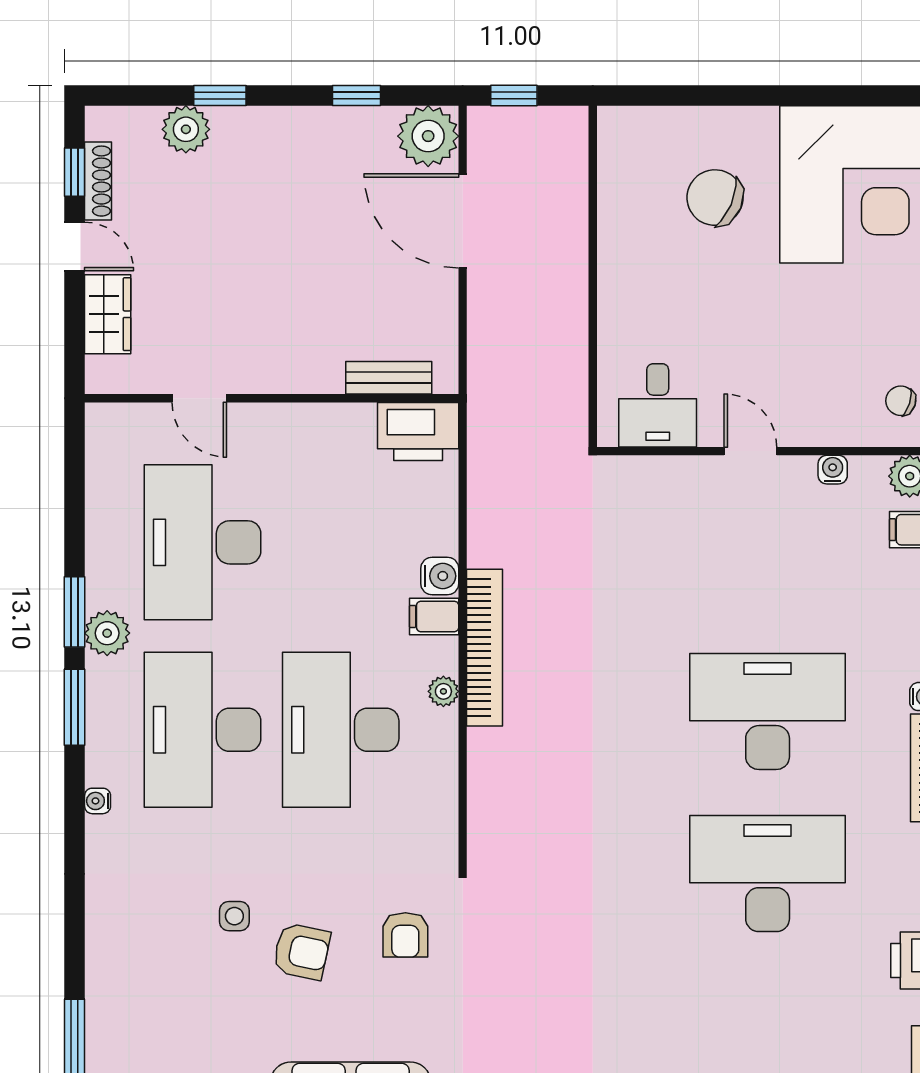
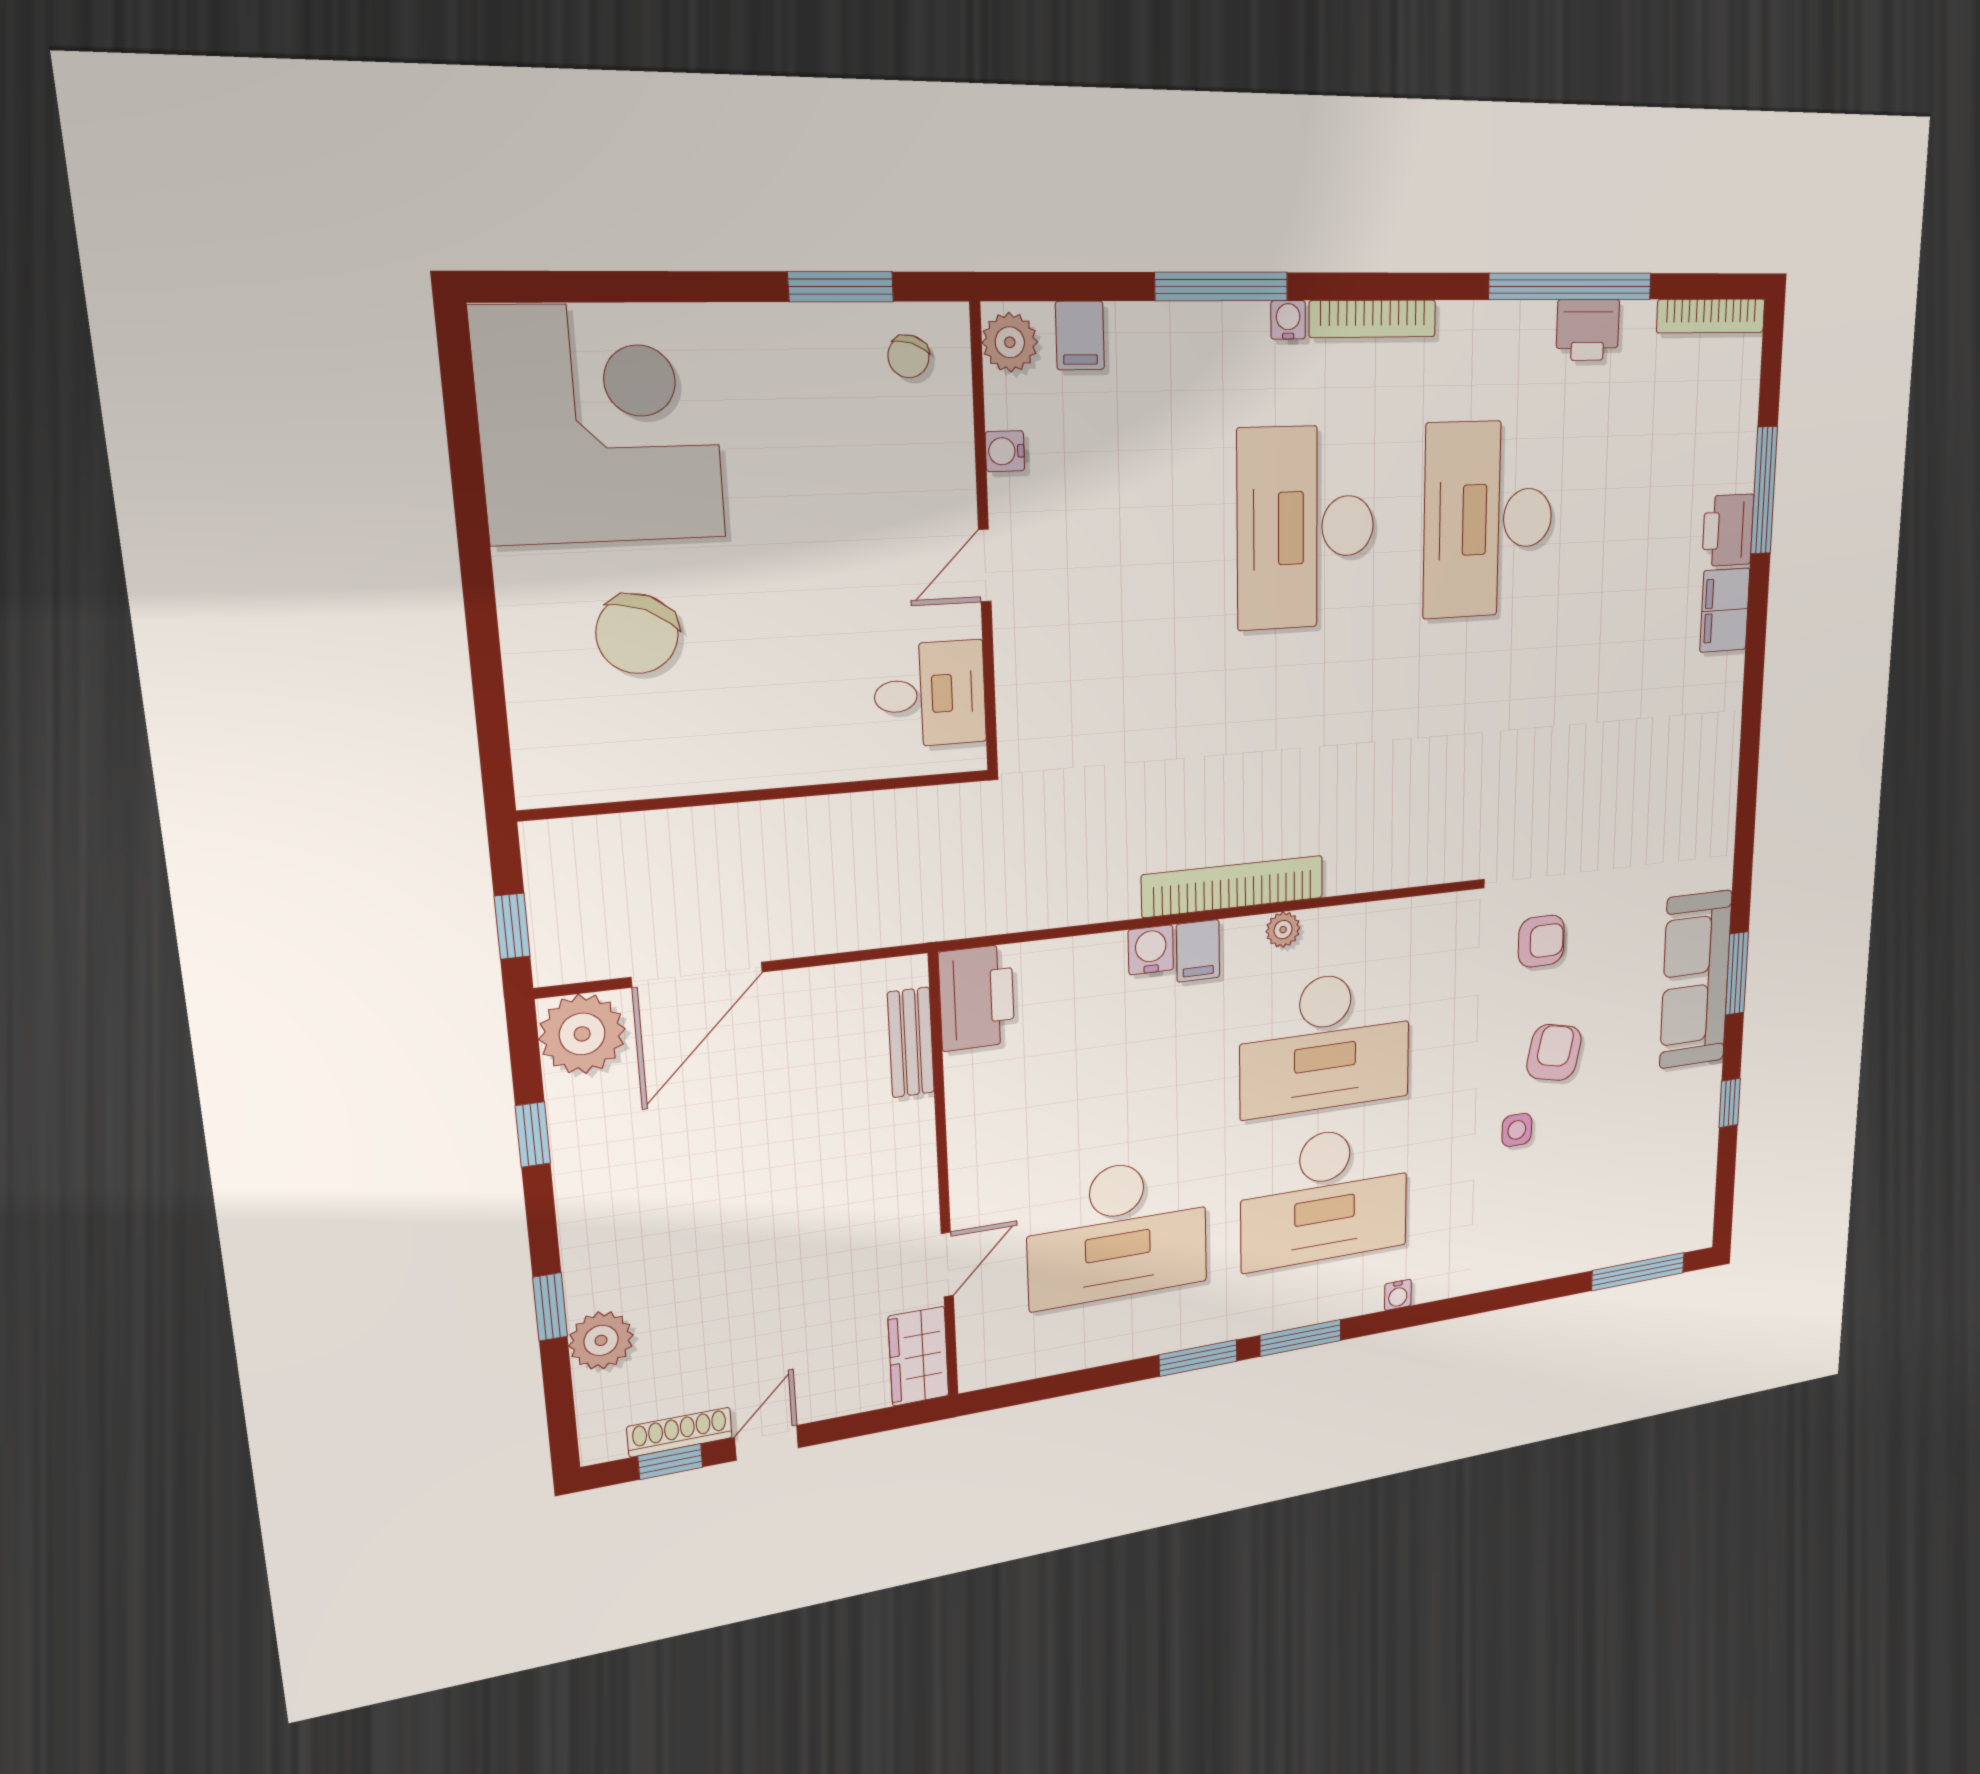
wardrobe: (108, 314) -> (918, 1356), moved, turned -90
plant: (107, 633) -> (1221, 1318), removed

